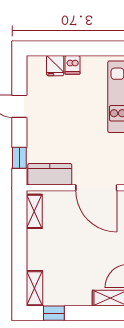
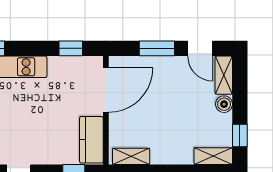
boiler: (83, 298) -> (224, 104), added

